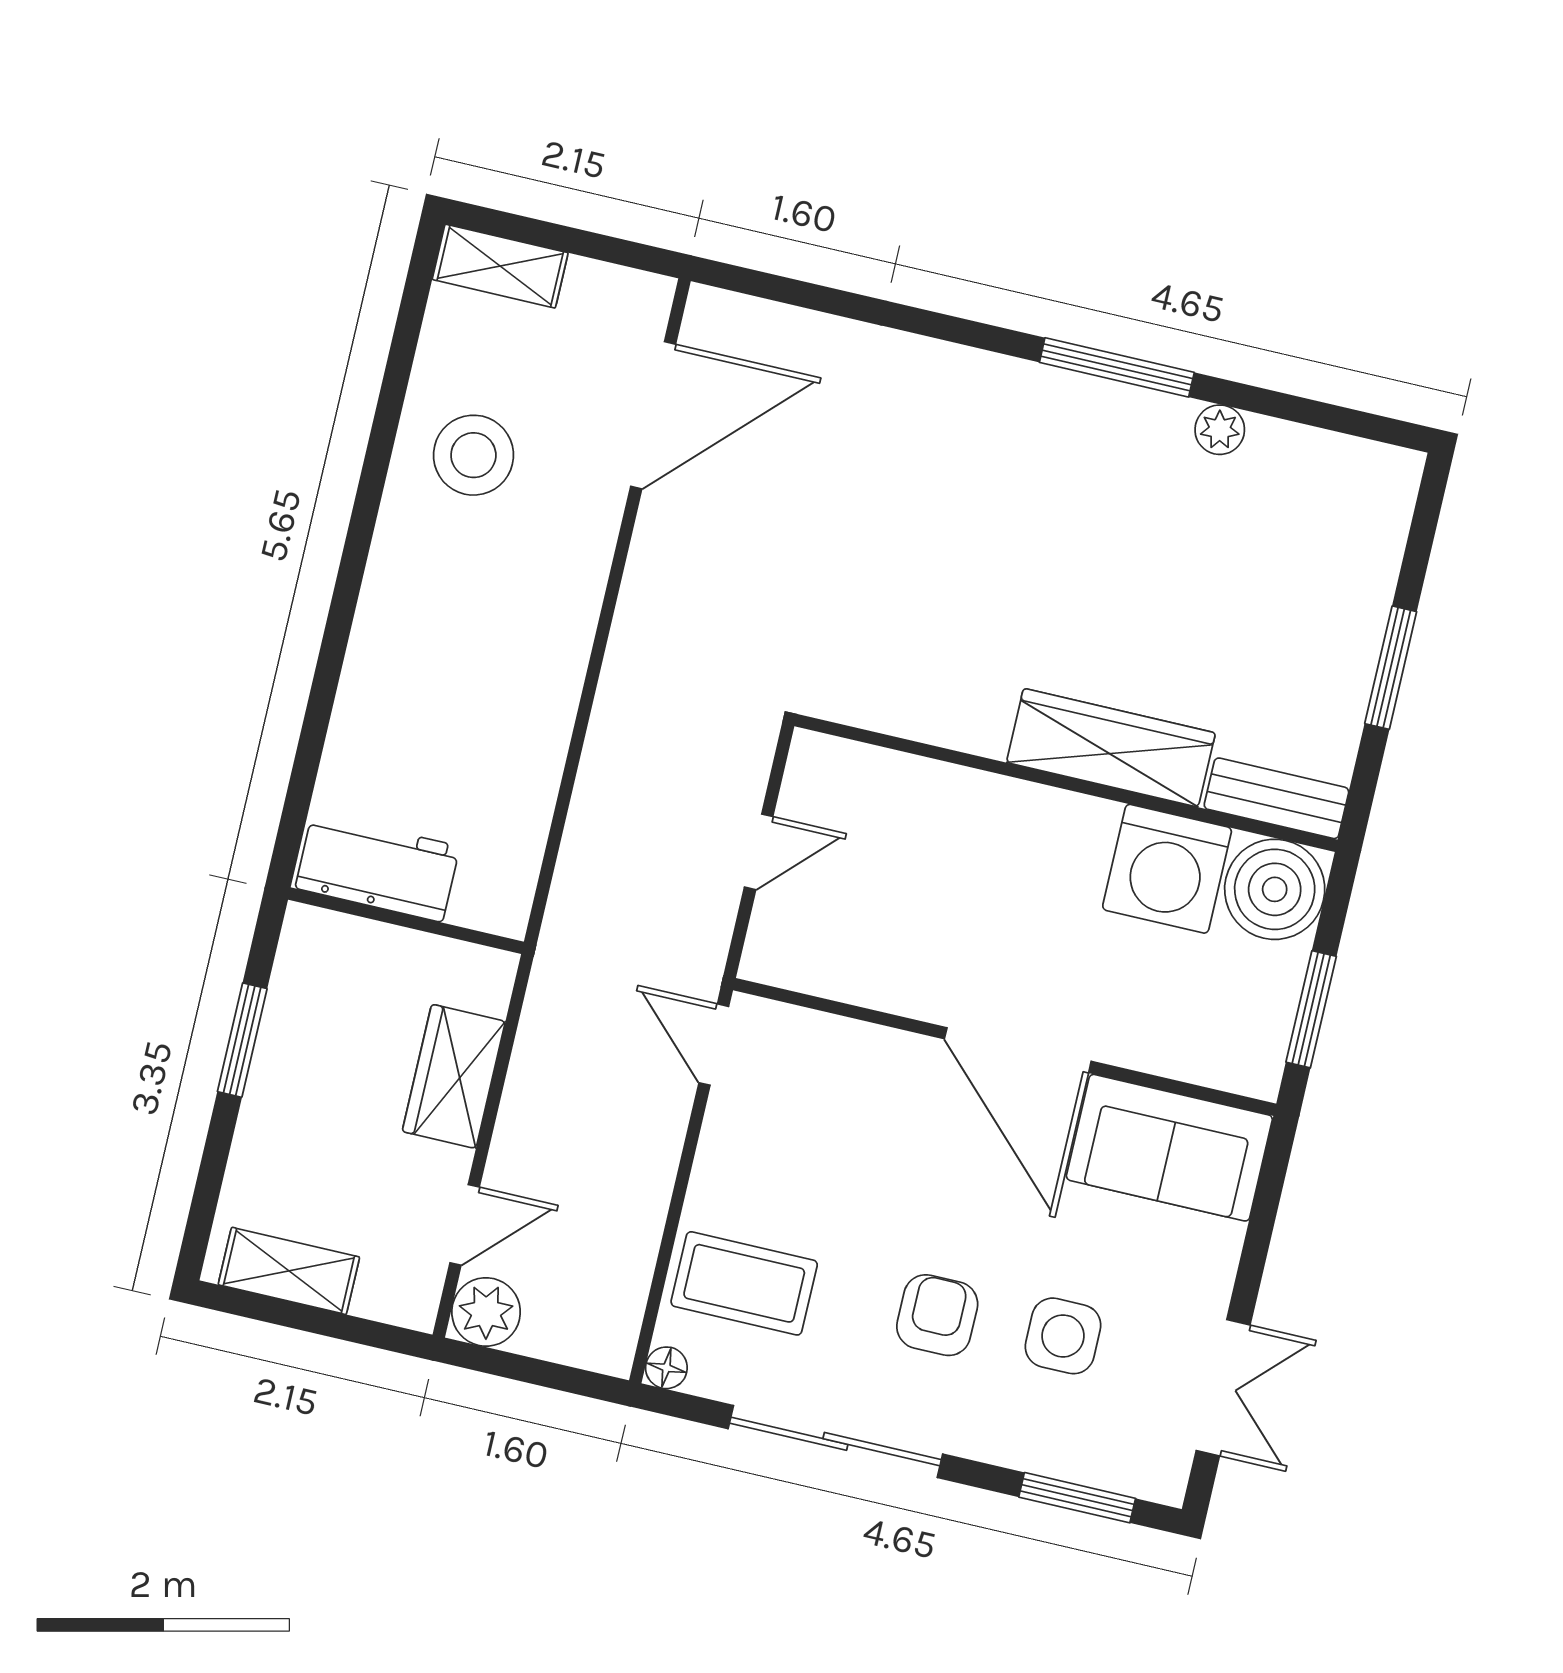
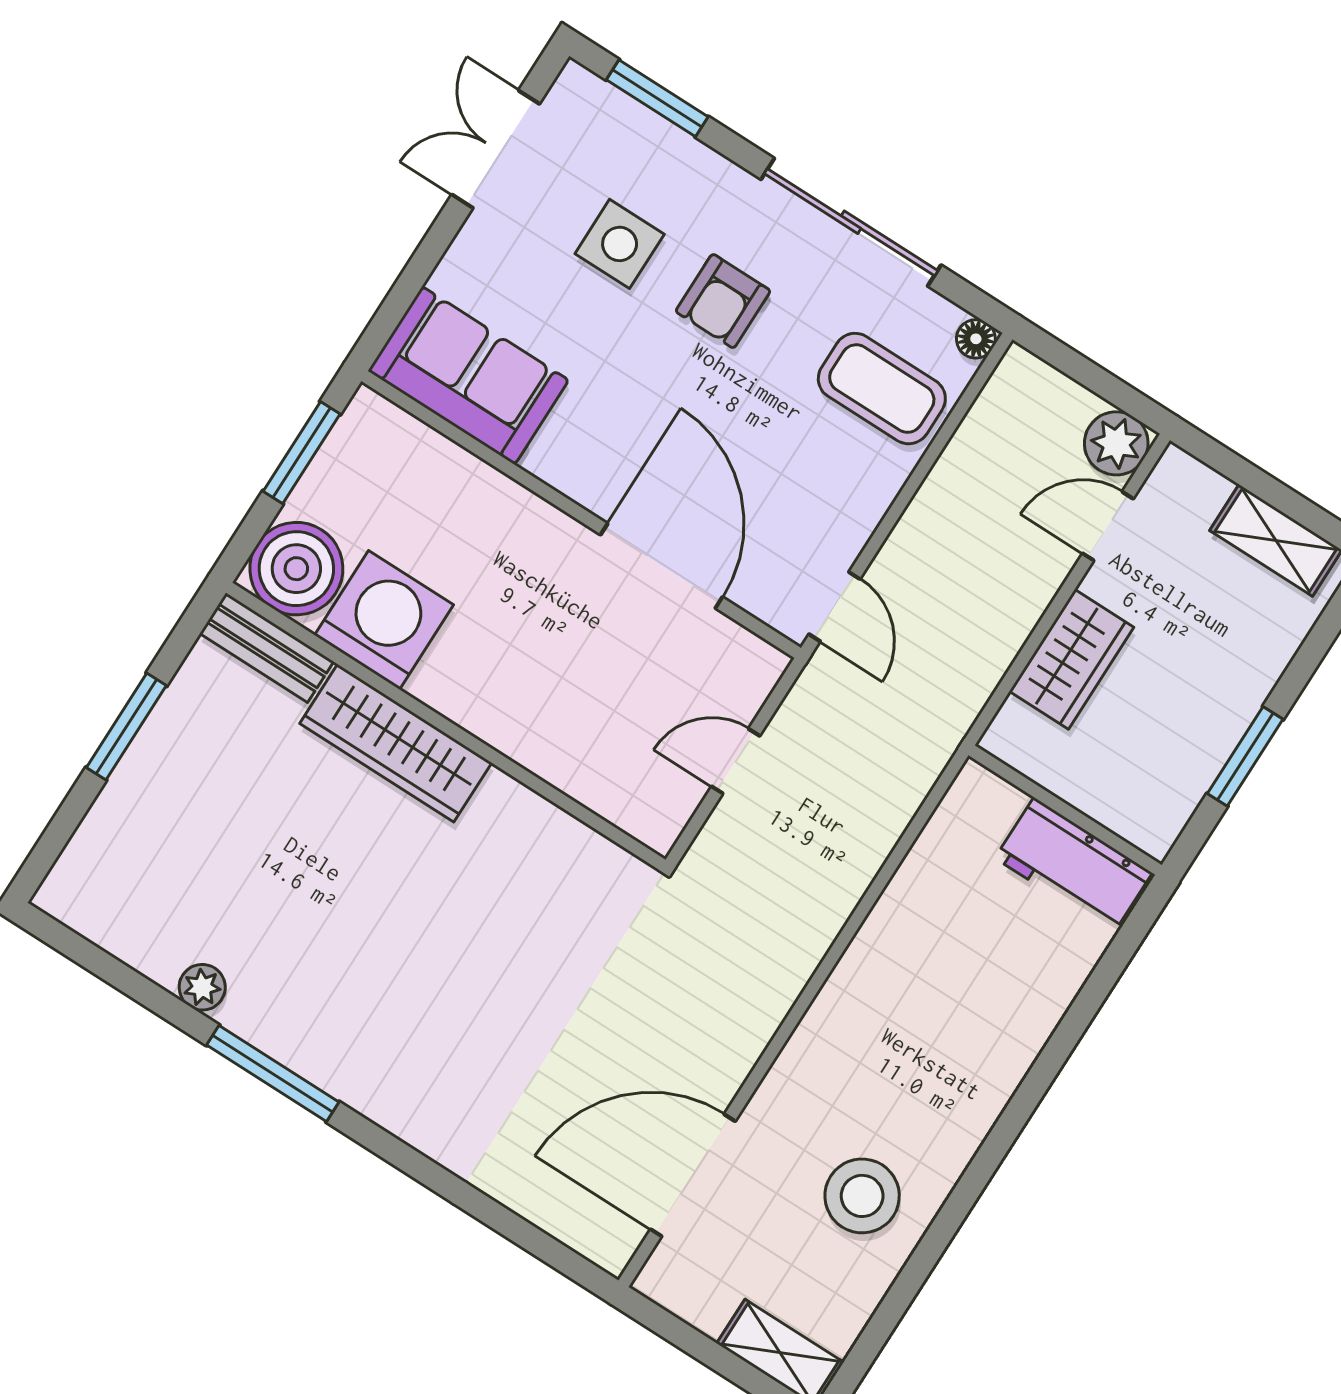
door: (1018, 1050) -> (662, 566), moved

